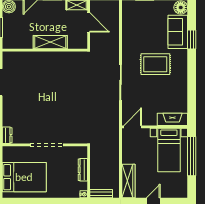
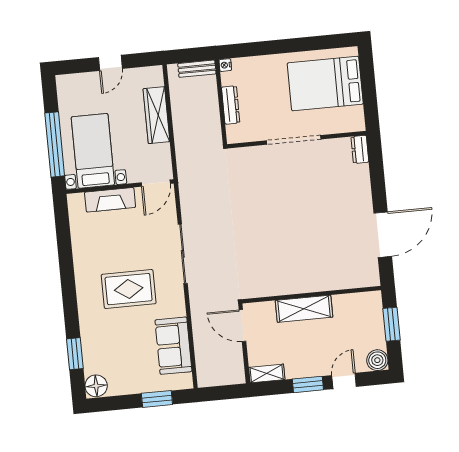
door: (89, 22) -> (242, 326), moved
sofa: (178, 32) -> (173, 346), moved, turned 180
window: (192, 39) -> (75, 354), moved
fireplace: (172, 119) -> (110, 200), moved
wardrobe: (128, 181) -> (156, 115), moved

